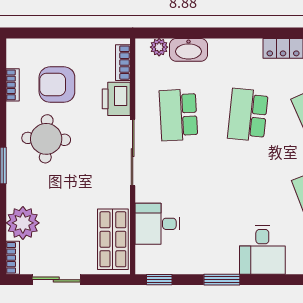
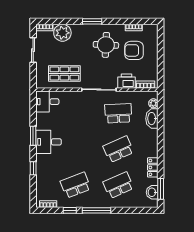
armchair: (57, 85) -> (134, 50), turned -90
school desk: (248, 115) -> (118, 149), turned -30
desk: (157, 224) -> (47, 102), moved, turned -90
shop shelf: (113, 239) -> (64, 74), moved
desk: (262, 250) -> (48, 142), moved
window: (159, 280) -> (33, 168), moved

